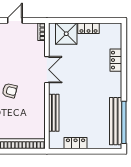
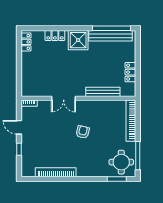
locker: (89, 28) -> (26, 42), moved
shower: (66, 34) -> (78, 40), moved
double door: (47, 70) -> (64, 98), swing flipped

